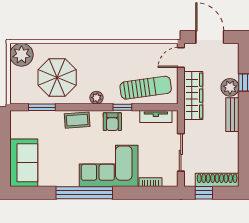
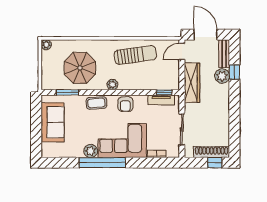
plant: (21, 55) -> (46, 45), width x0.53, depth x0.53
sun lounger: (146, 88) -> (135, 55), moved
window: (122, 107) -> (164, 92), moved
bench: (232, 115) -> (224, 54), moved
sofa: (24, 163) -> (53, 122), moved
plant: (70, 179) -> (91, 151), added
window: (204, 193) -> (215, 163), moved

